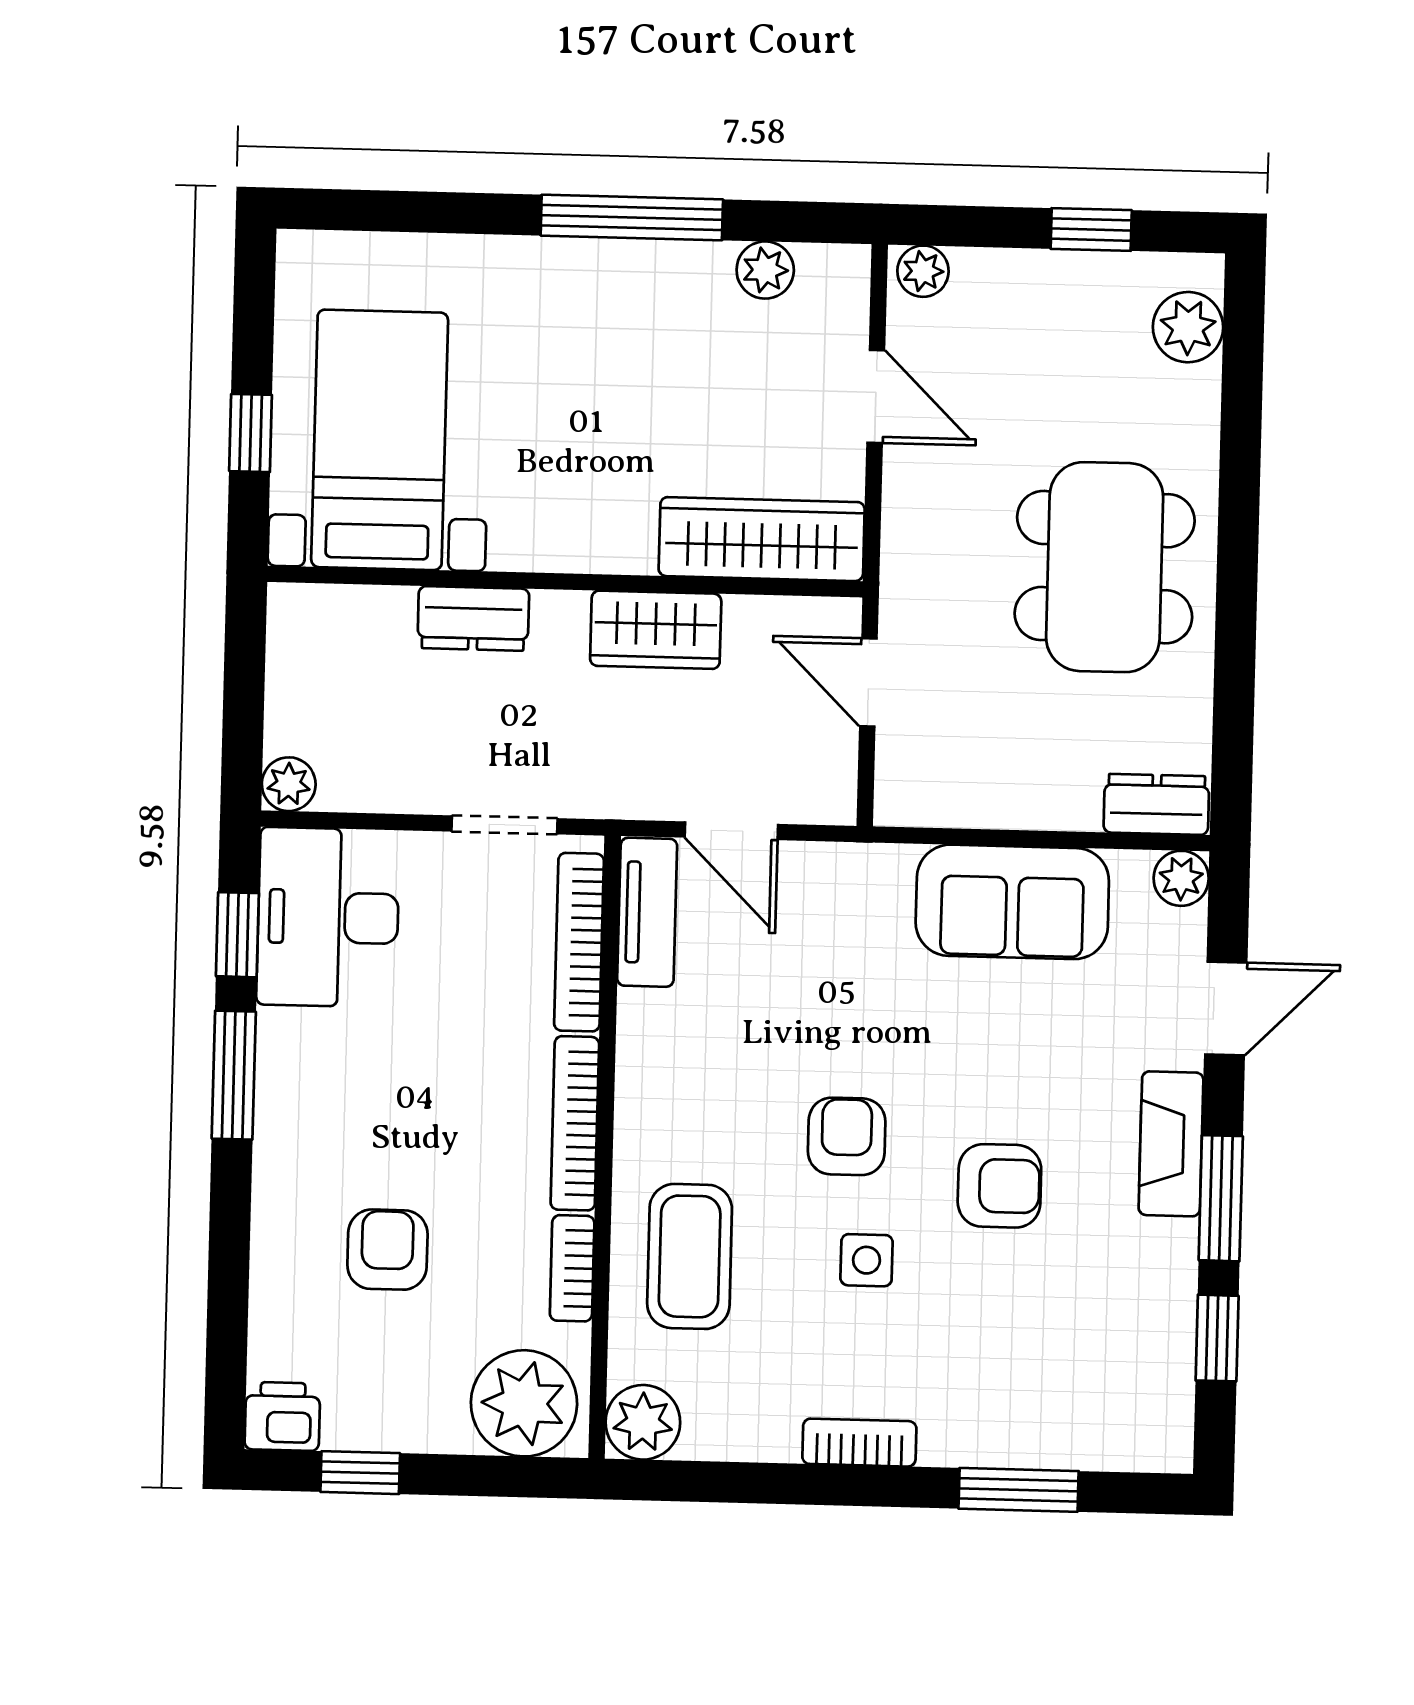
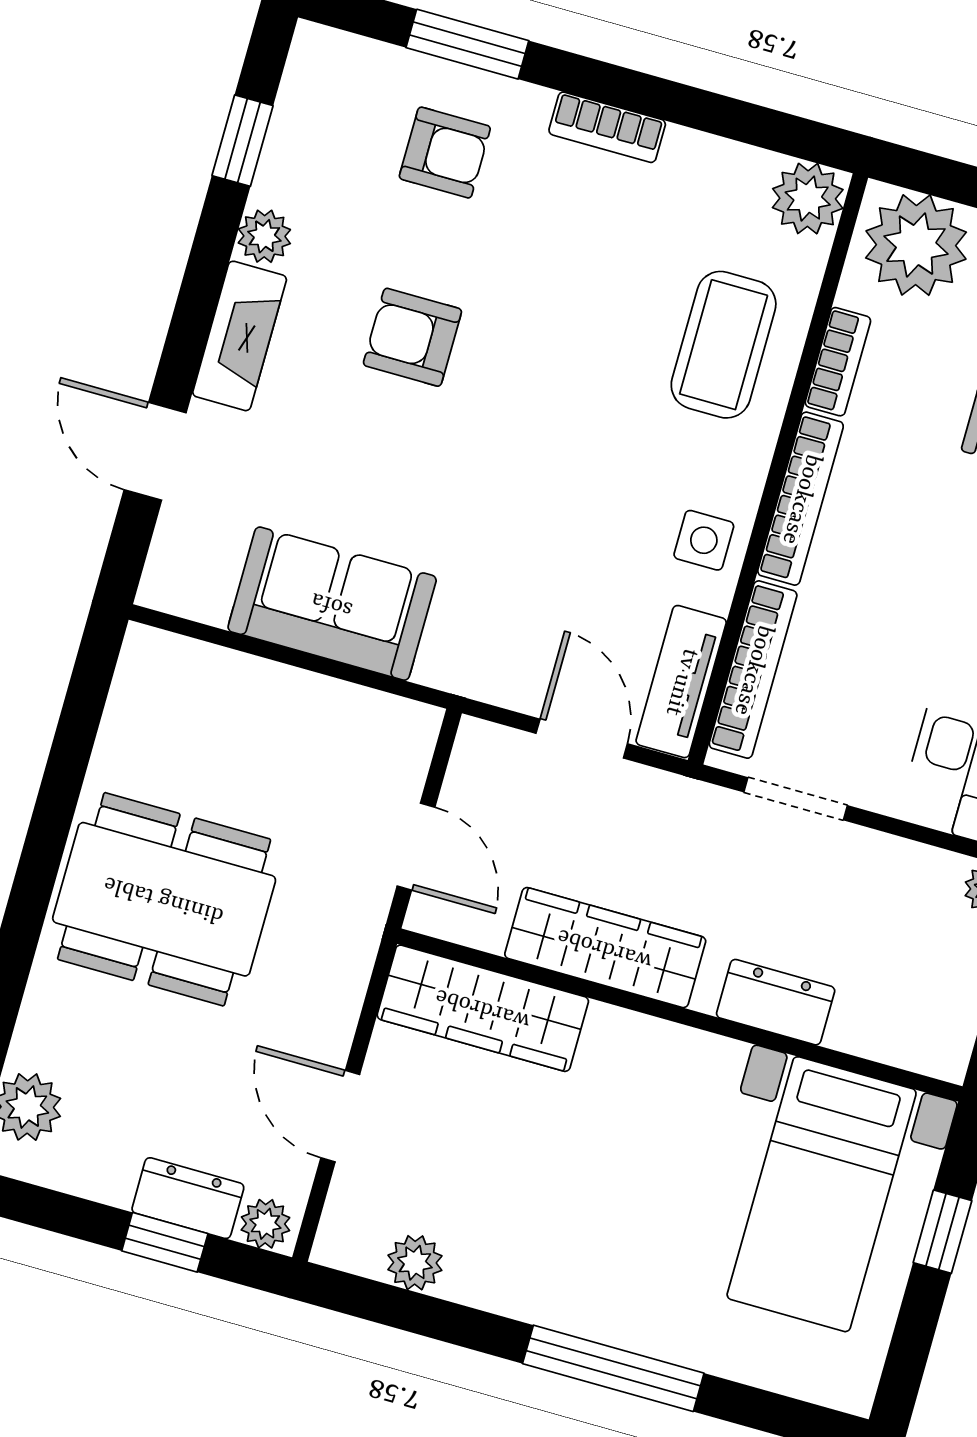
window: (632, 217) -> (613, 1368), moved
window: (1091, 230) -> (165, 1242), moved
dining table: (1105, 567) -> (164, 899), turned 90
wardrobe: (656, 630) -> (605, 948), width x1.50
dresser: (1156, 804) -> (188, 1198), moved, turned 180
plant: (1181, 878) -> (264, 236), moved
door: (1226, 1009) -> (155, 451), hinge flipped
armchair: (847, 1136) -> (445, 153), moved, turned -90
window: (1221, 1198) -> (205, 272), removed
side table: (867, 1260) -> (704, 540), moved

